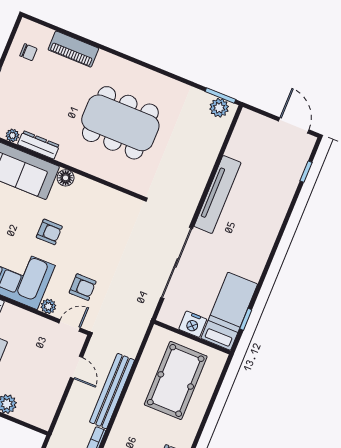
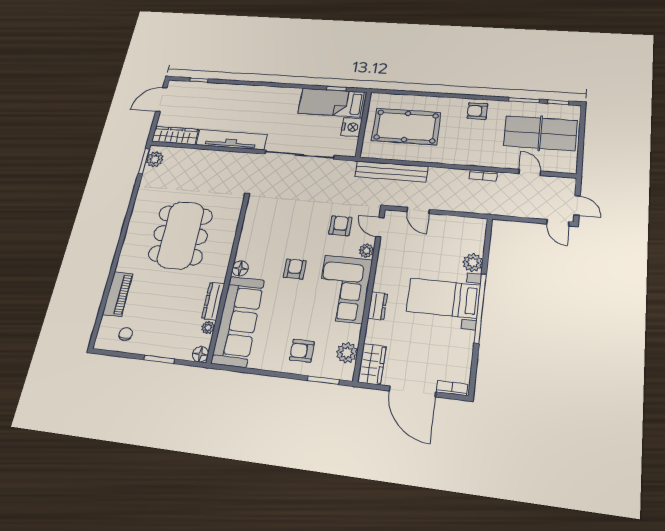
wardrobe: (242, 134) -> (175, 135), added
door: (76, 367) -> (418, 211), swing flipped
bench: (112, 391) -> (391, 172), moved

